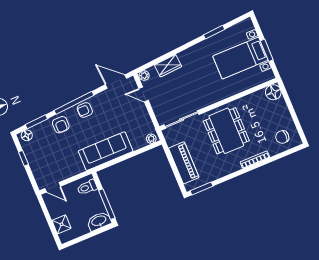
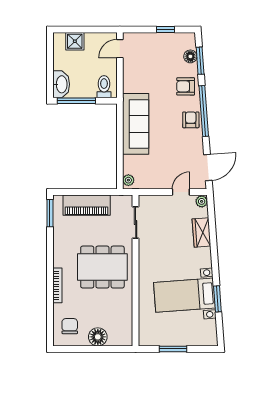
bed with nightstands: (240, 58) -> (184, 295), moved, turned -94
floor lamp: (273, 92) -> (98, 337), moved
sliding door: (182, 120) -> (136, 223), width x0.73
floor lamp: (27, 135) -> (190, 56), moved

